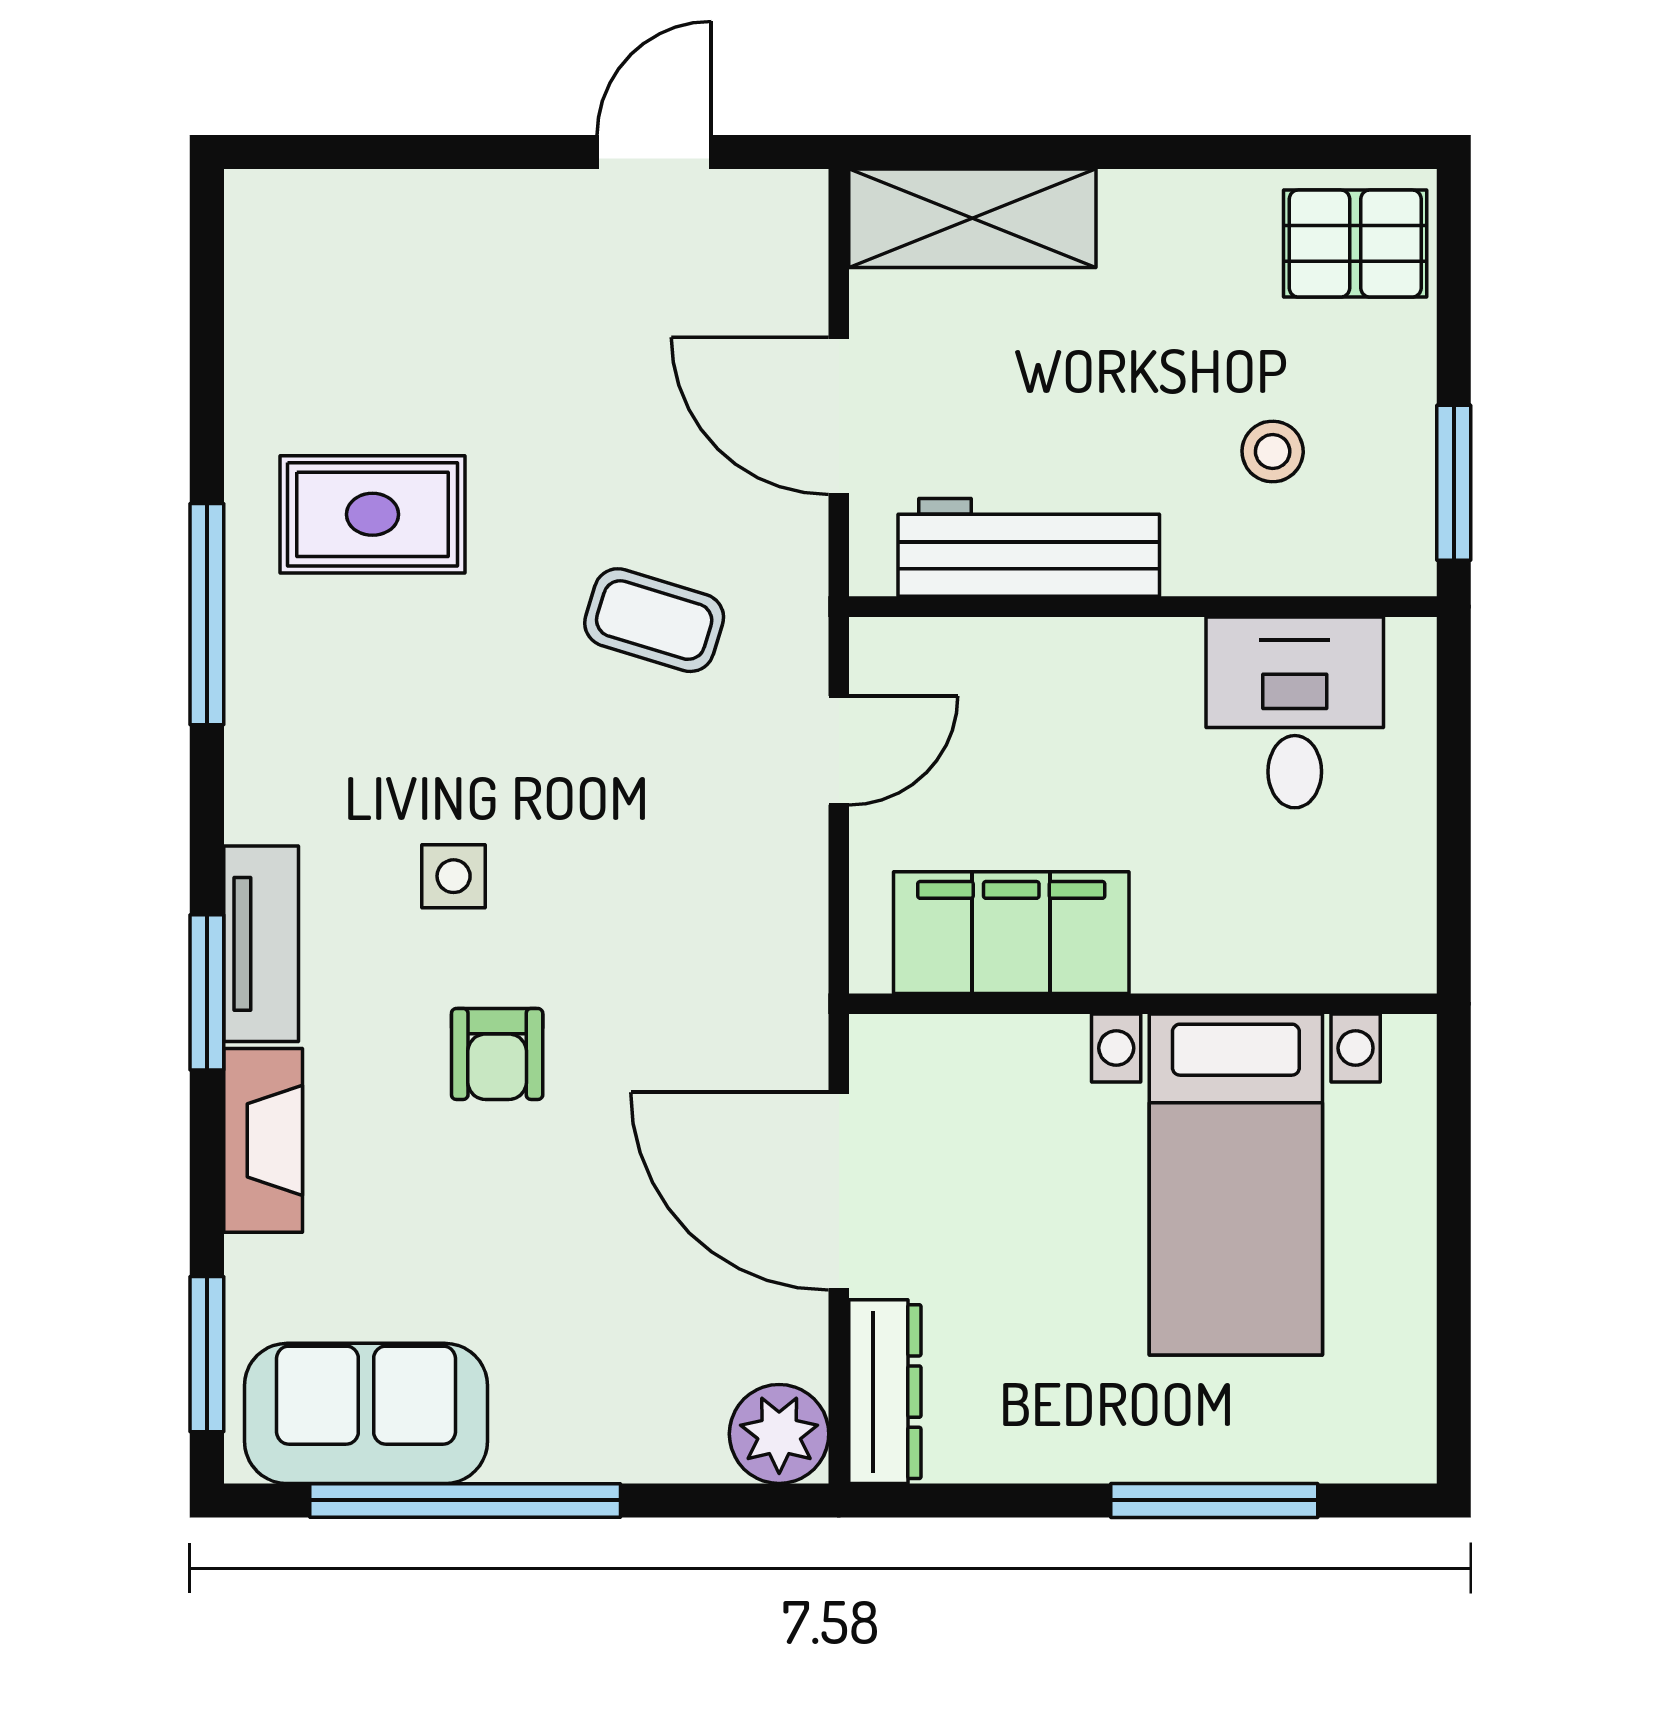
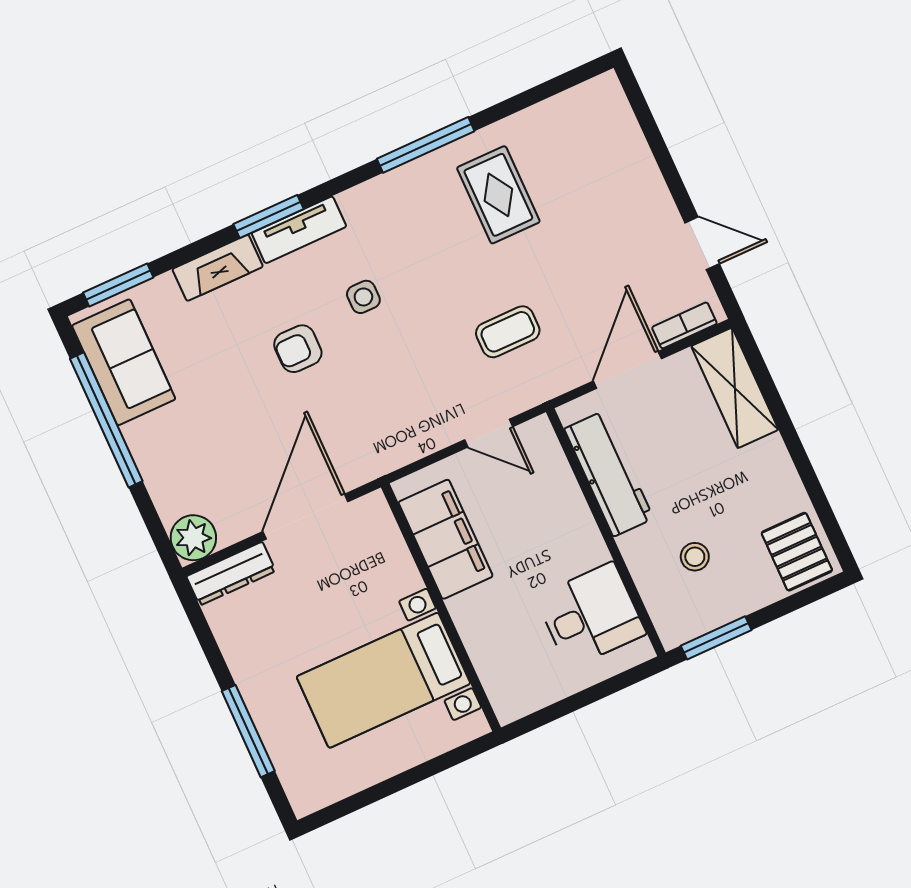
bookcase: (802, 262) -> (684, 325), added
coffee table: (654, 620) -> (508, 332), turned 73

